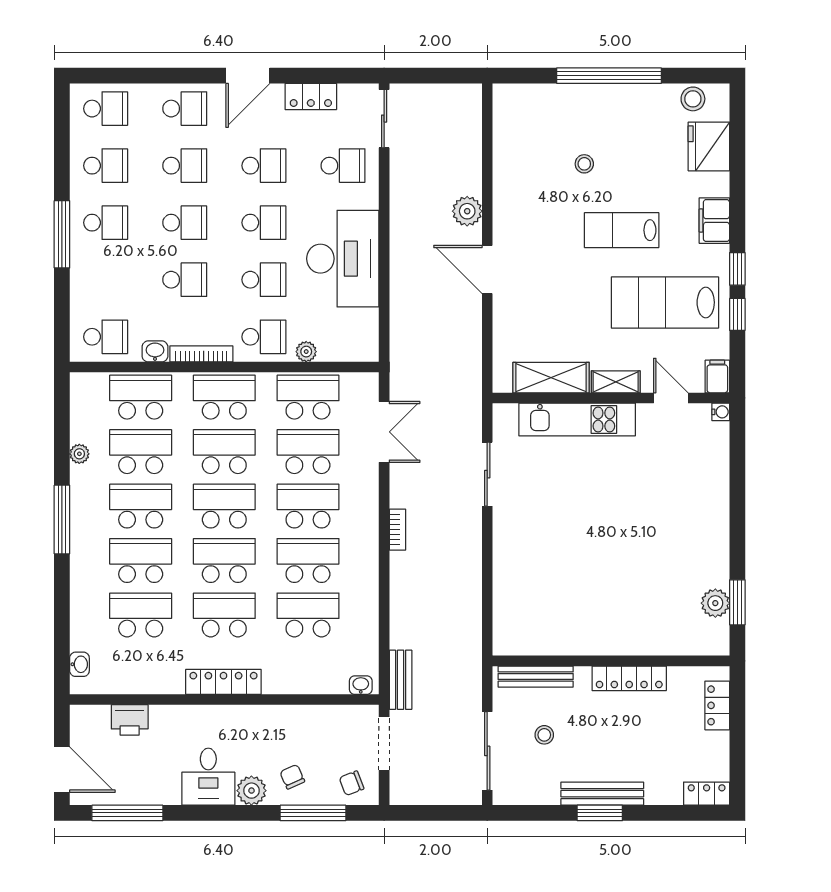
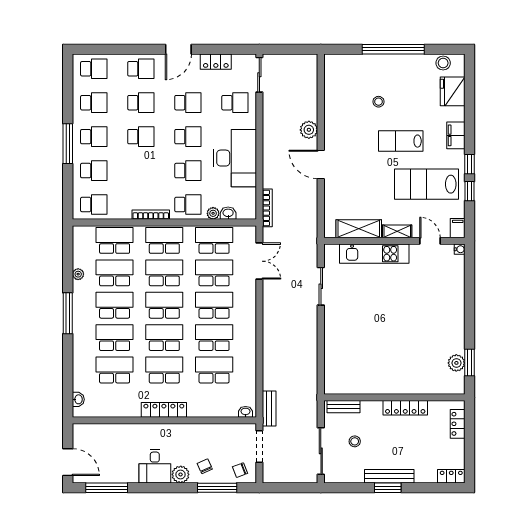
school desk: (185, 280) -> (94, 171), moved
washbasin: (155, 351) -> (228, 213), moved
bookcase: (397, 530) -> (267, 208), moved, width x1.56
bench: (536, 677) -> (344, 407), width x0.73
printer: (130, 720) -> (108, 432), removed

